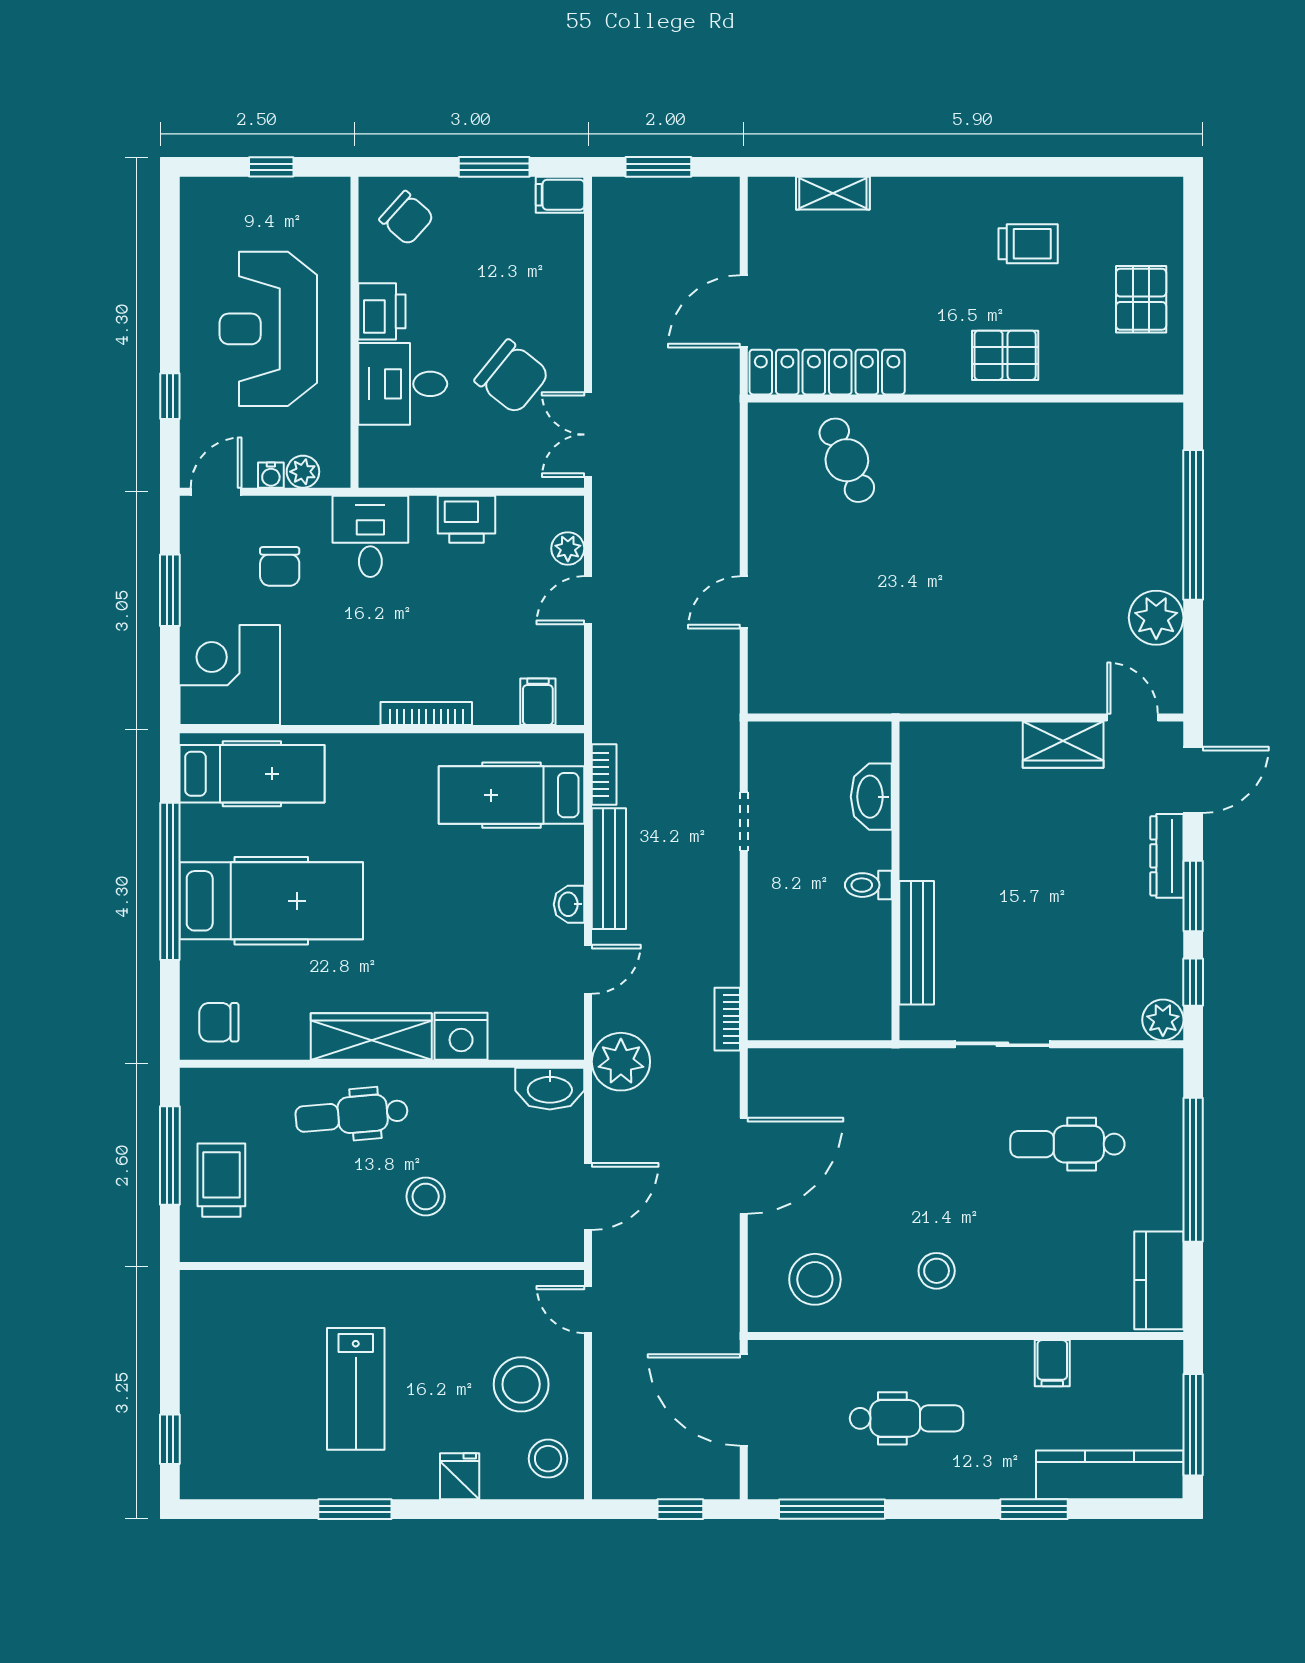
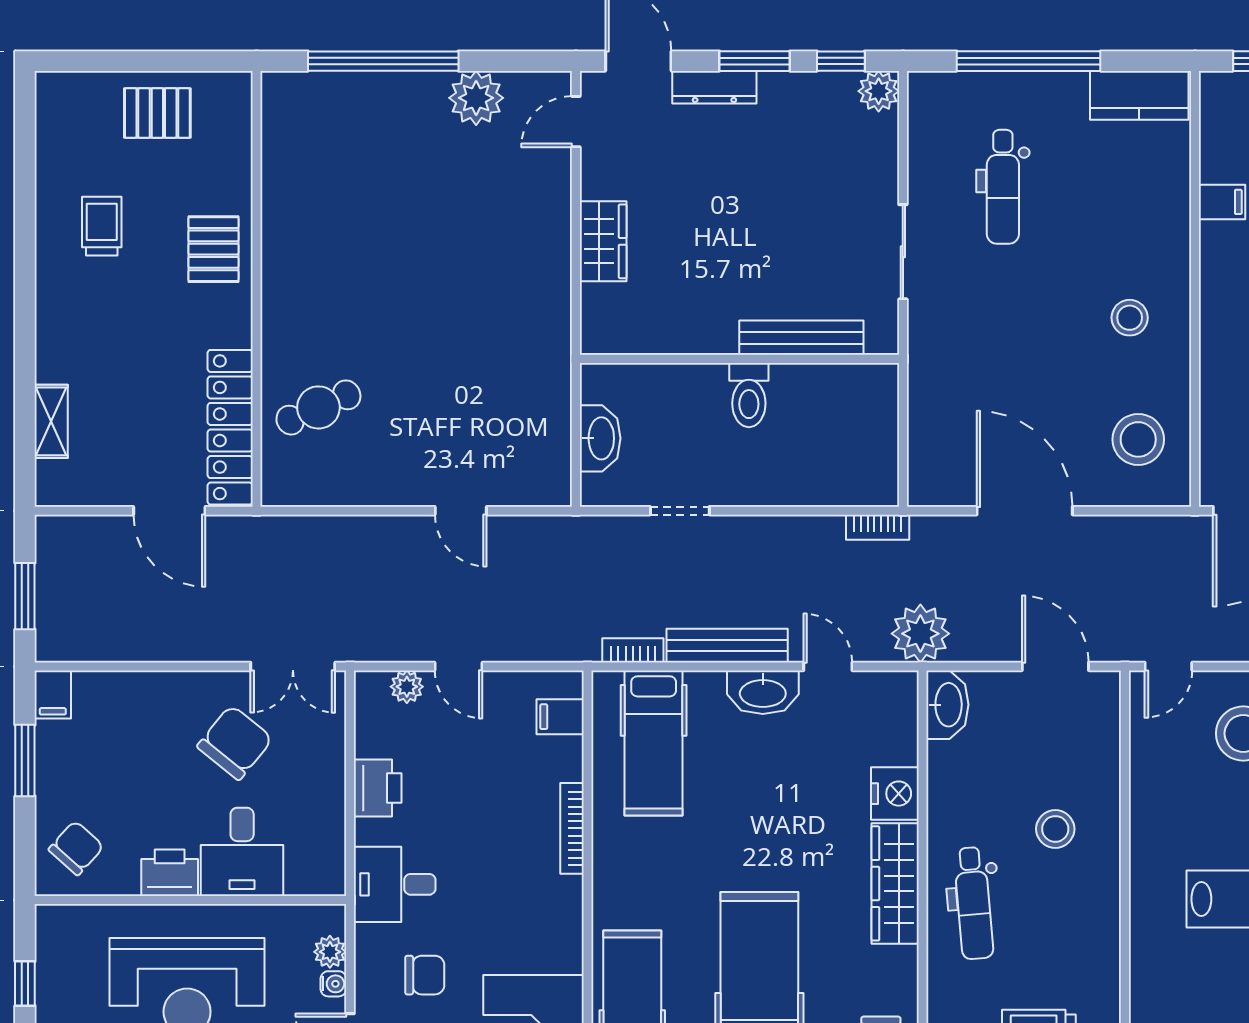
wardrobe: (1063, 745) -> (603, 241), moved
washbasin: (871, 797) -> (600, 438), moved, turned -90
toilet: (868, 885) -> (749, 395), width x1.37, depth x1.39
washbasin: (569, 904) -> (763, 692), width x1.91, depth x1.45

